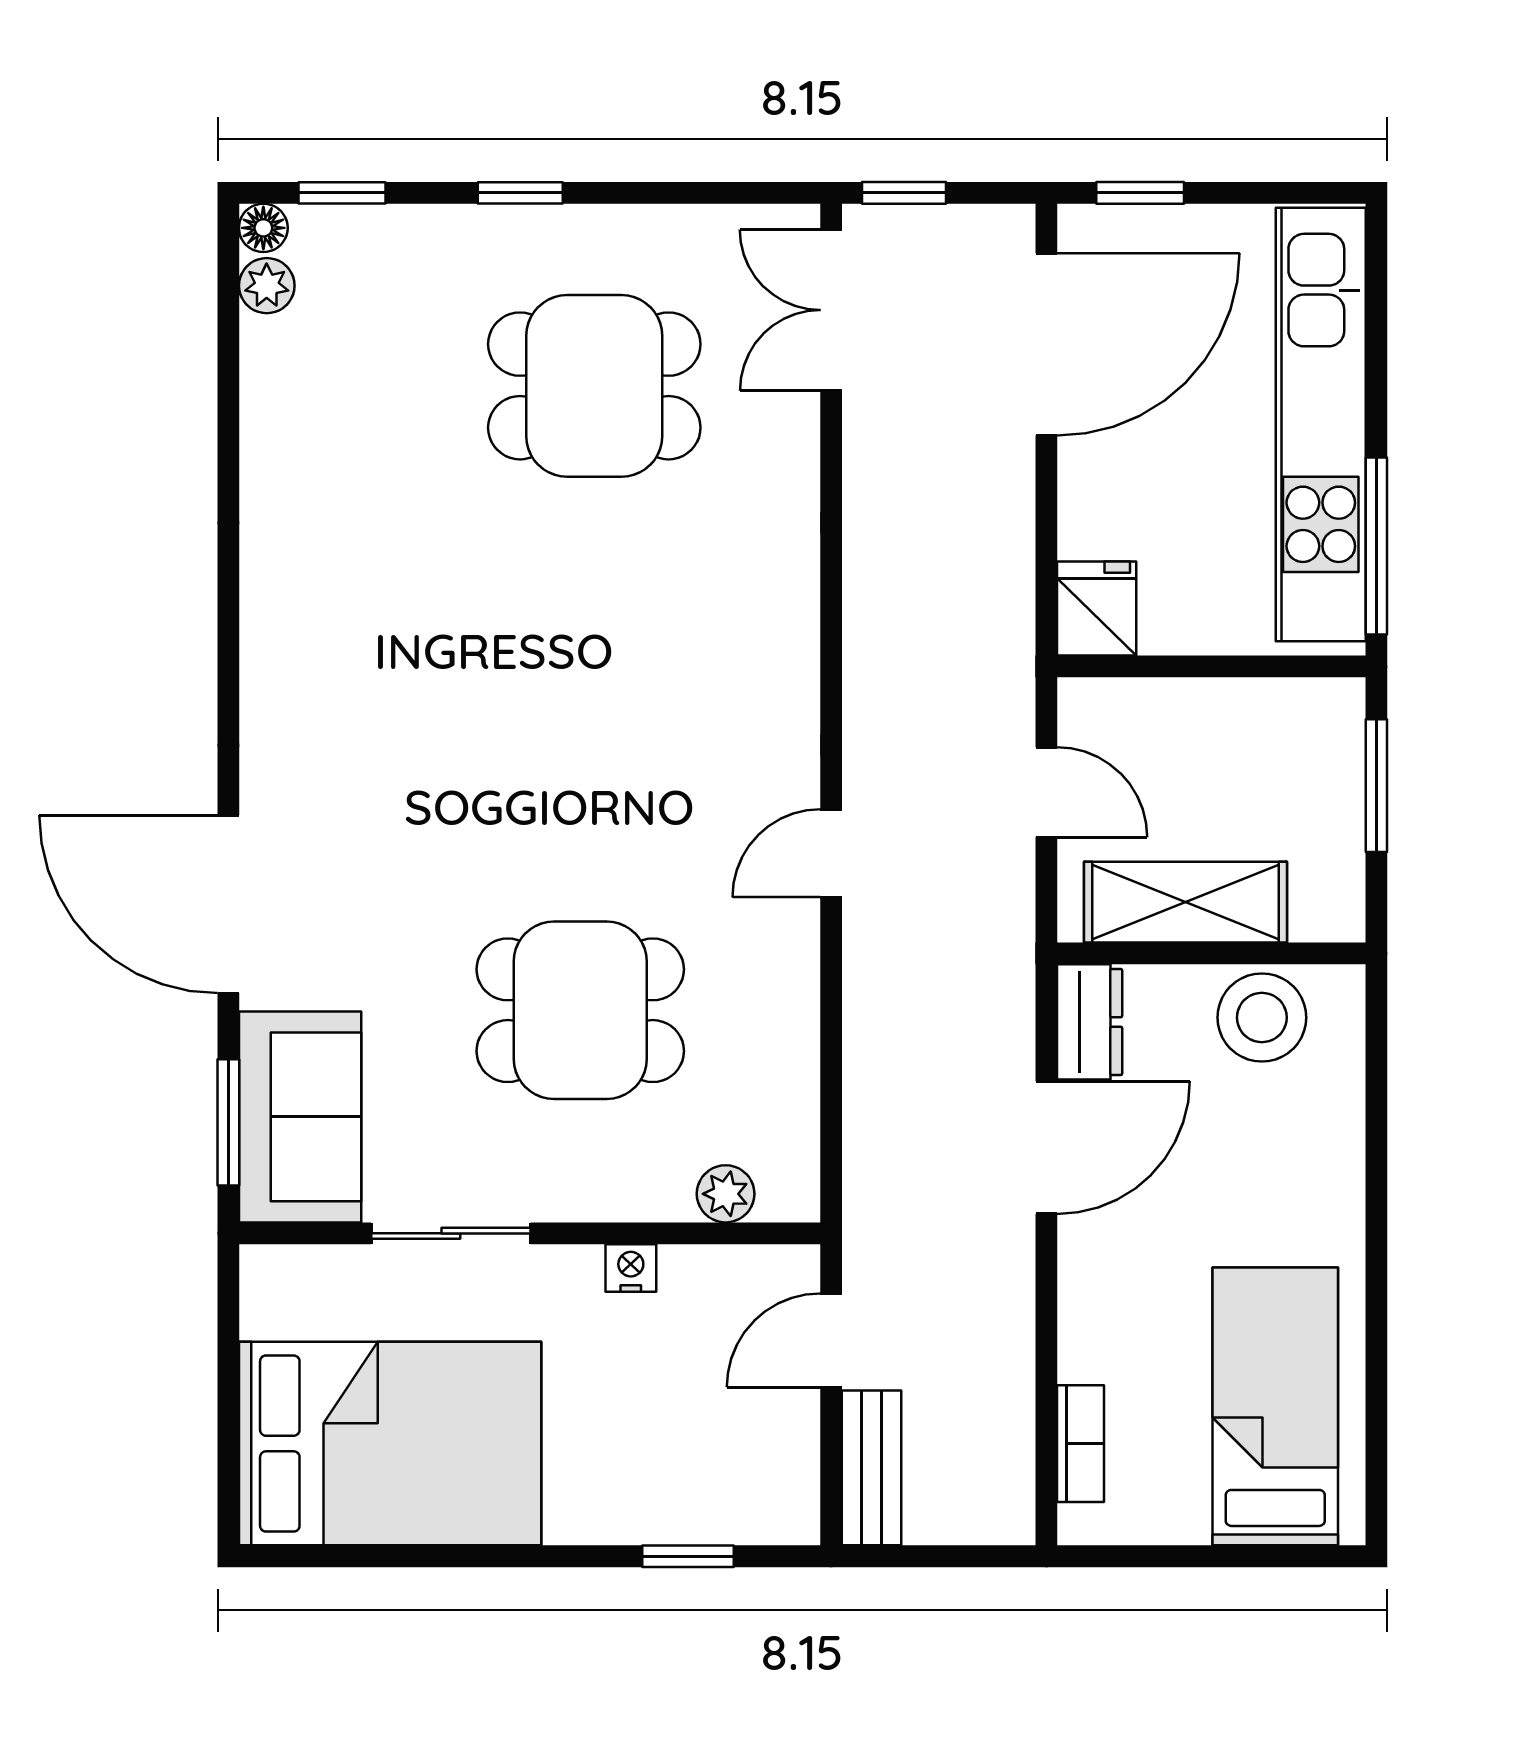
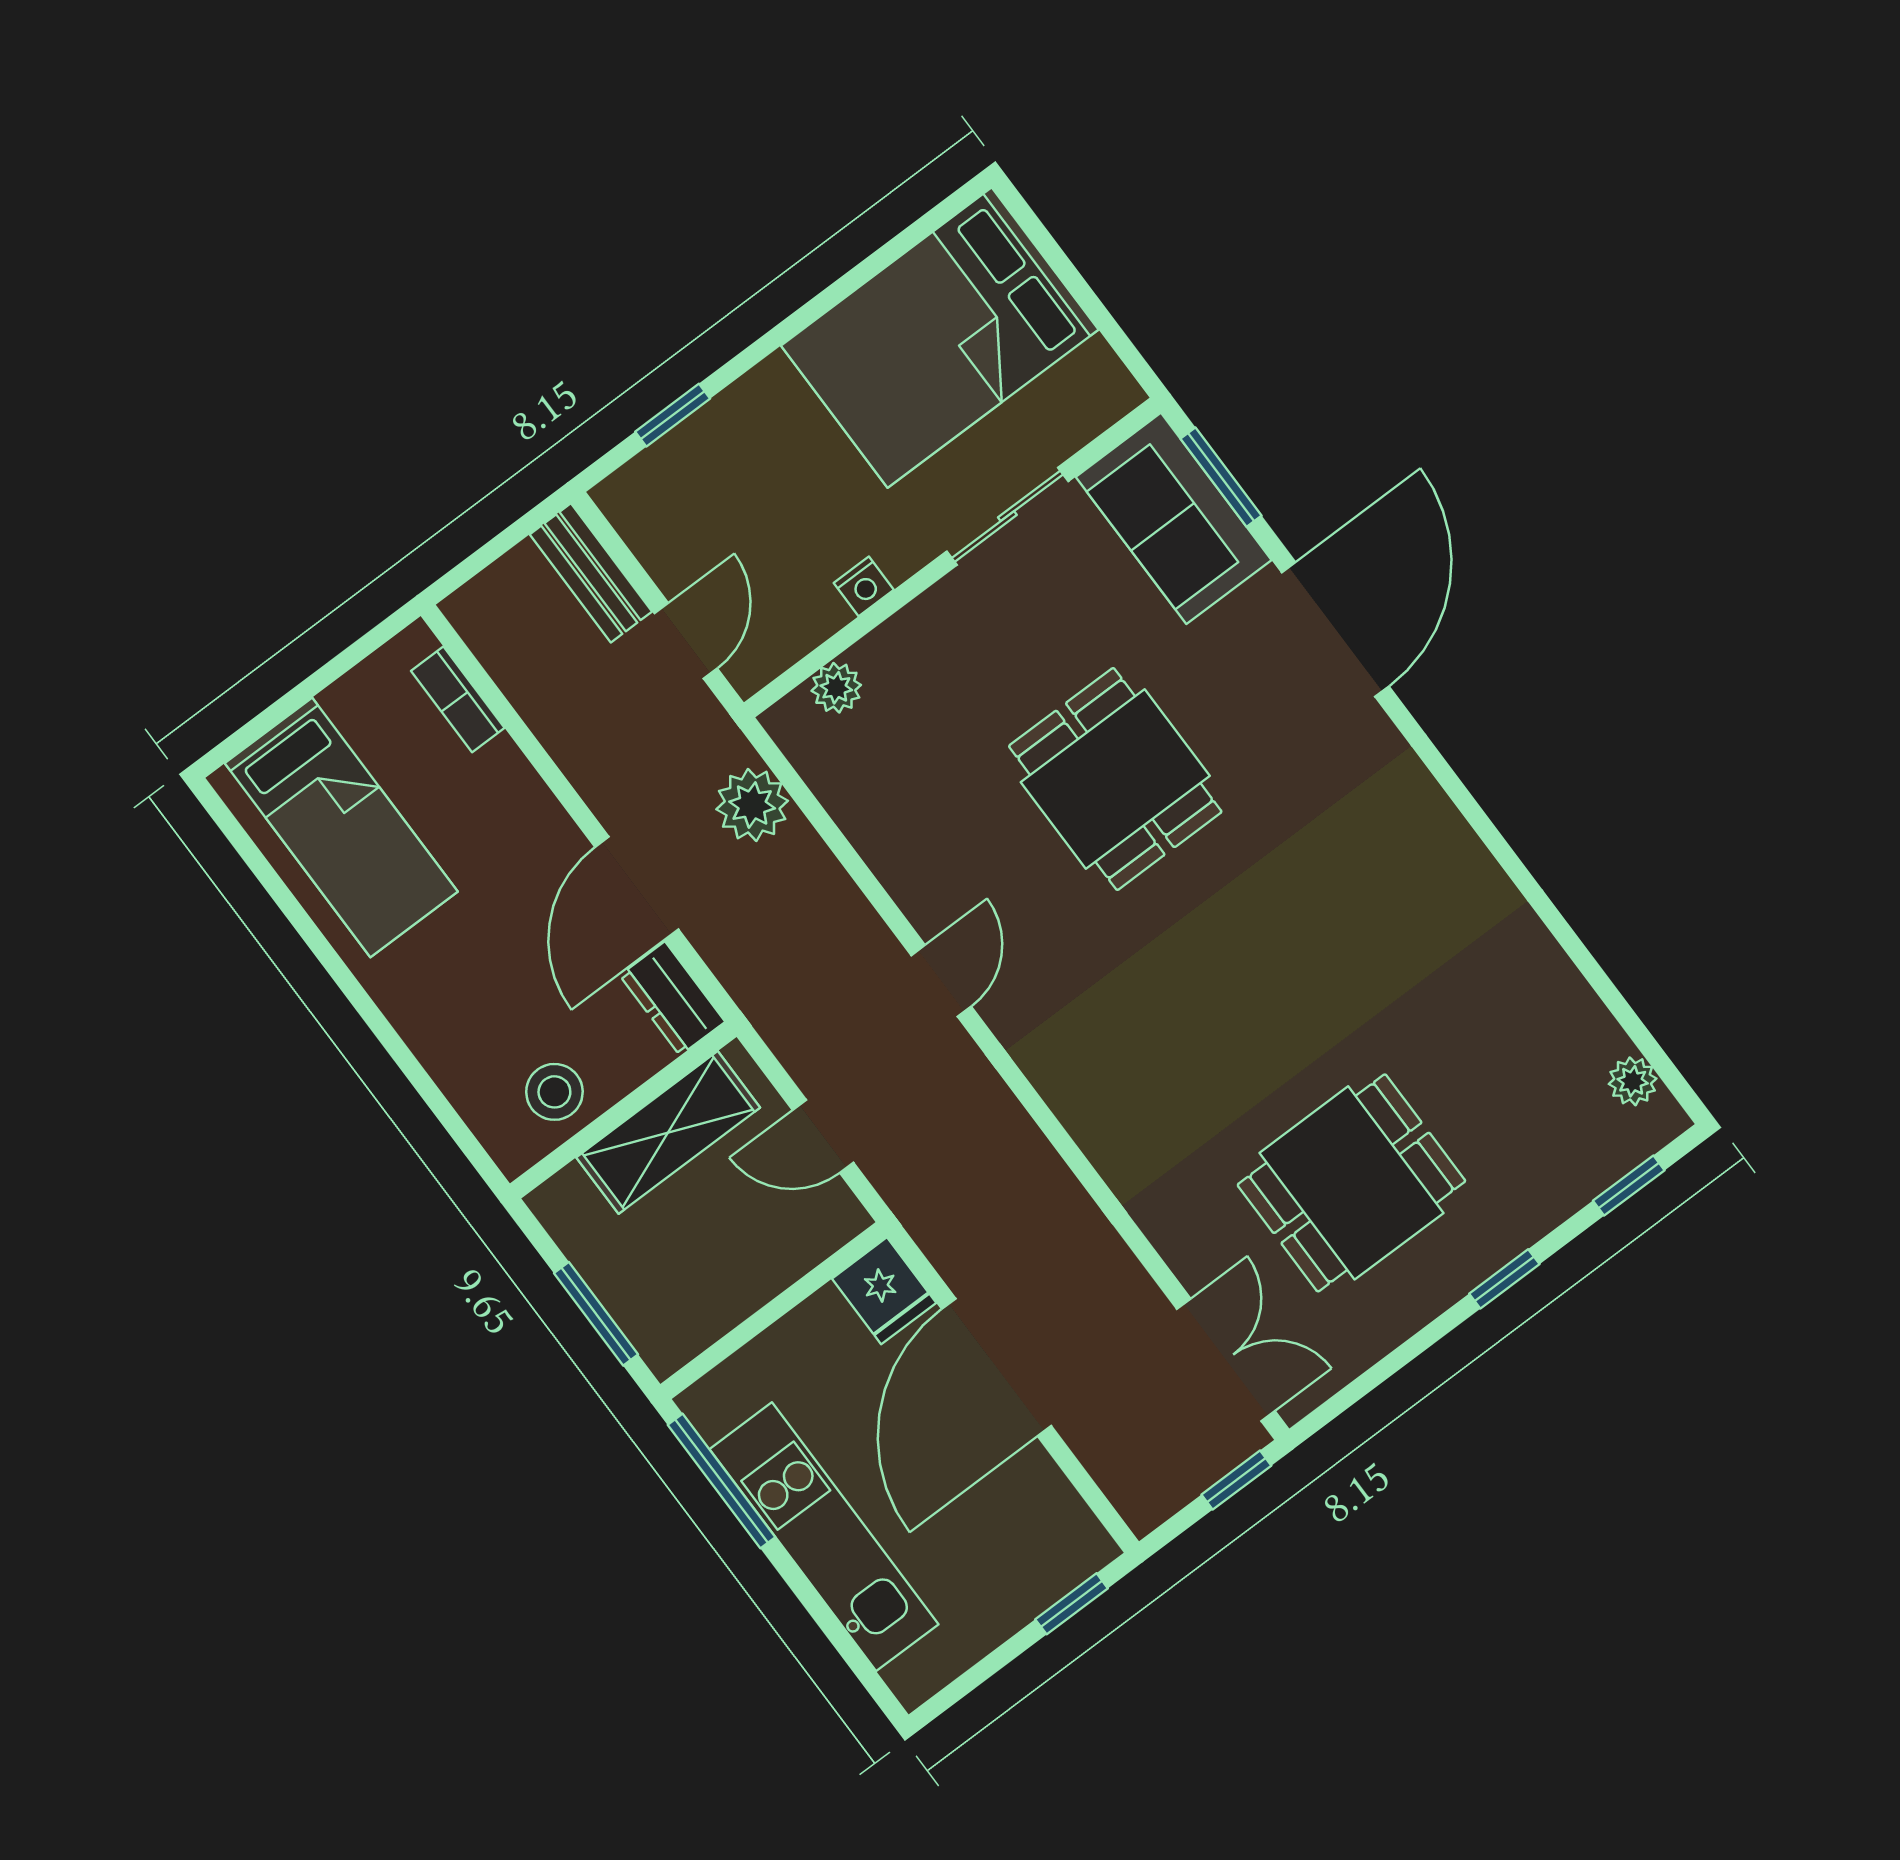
floor lamp: (263, 228) -> (1665, 1120), removed
door: (1046, 344) -> (997, 1367), moved
kitchen unit: (1321, 425) -> (824, 1537), width x0.73
door: (228, 904) -> (1335, 629), hinge flipped
dining table: (580, 1010) -> (1115, 779), moved, turned 90
stool: (1262, 1018) -> (554, 1092), width x0.73, depth x0.73
plant: (883, 1144) -> (752, 805), added

